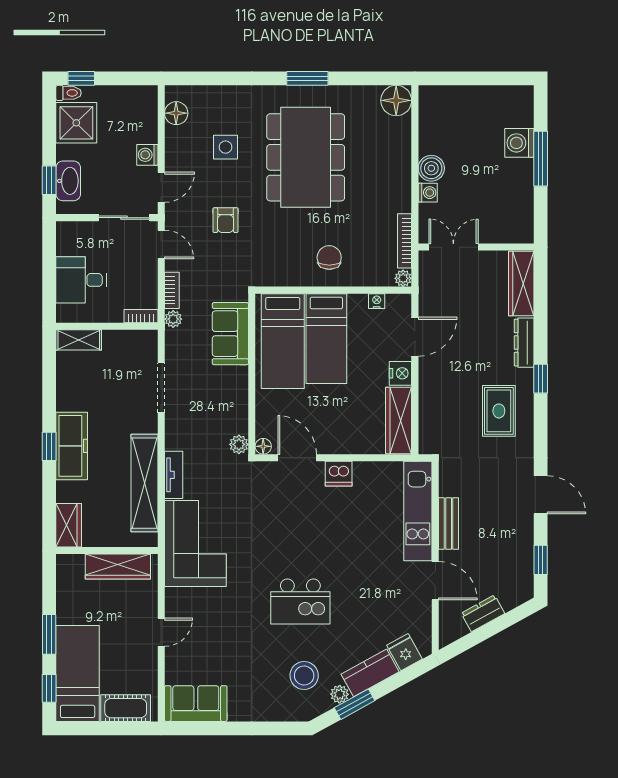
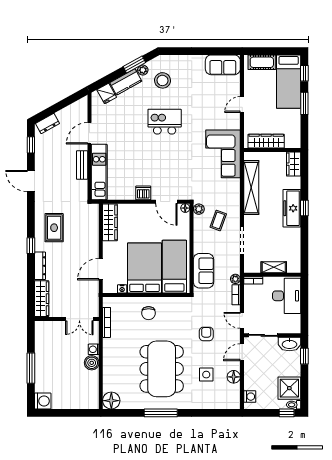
window: (307, 78) -> (161, 413), width x1.44
floor lamp: (176, 113) -> (234, 377), moved
washing machine: (519, 143) -> (43, 401), moved
washing machine: (147, 155) -> (250, 397), moved
washbasin: (68, 181) -> (289, 344), moved, turned -90
plant: (403, 278) -> (107, 302), removed
desk: (81, 280) -> (287, 296), width x1.37
bed: (326, 339) -> (144, 268), width x1.50
shelving: (79, 340) -> (274, 267), moved
nightstand: (400, 373) -> (109, 249), removed
coffee table: (204, 424) -> (218, 221), added
tv unit: (174, 475) -> (235, 192), removed
door: (435, 581) -> (89, 133), hinge flipped
dresser: (483, 613) -> (48, 124), moved

